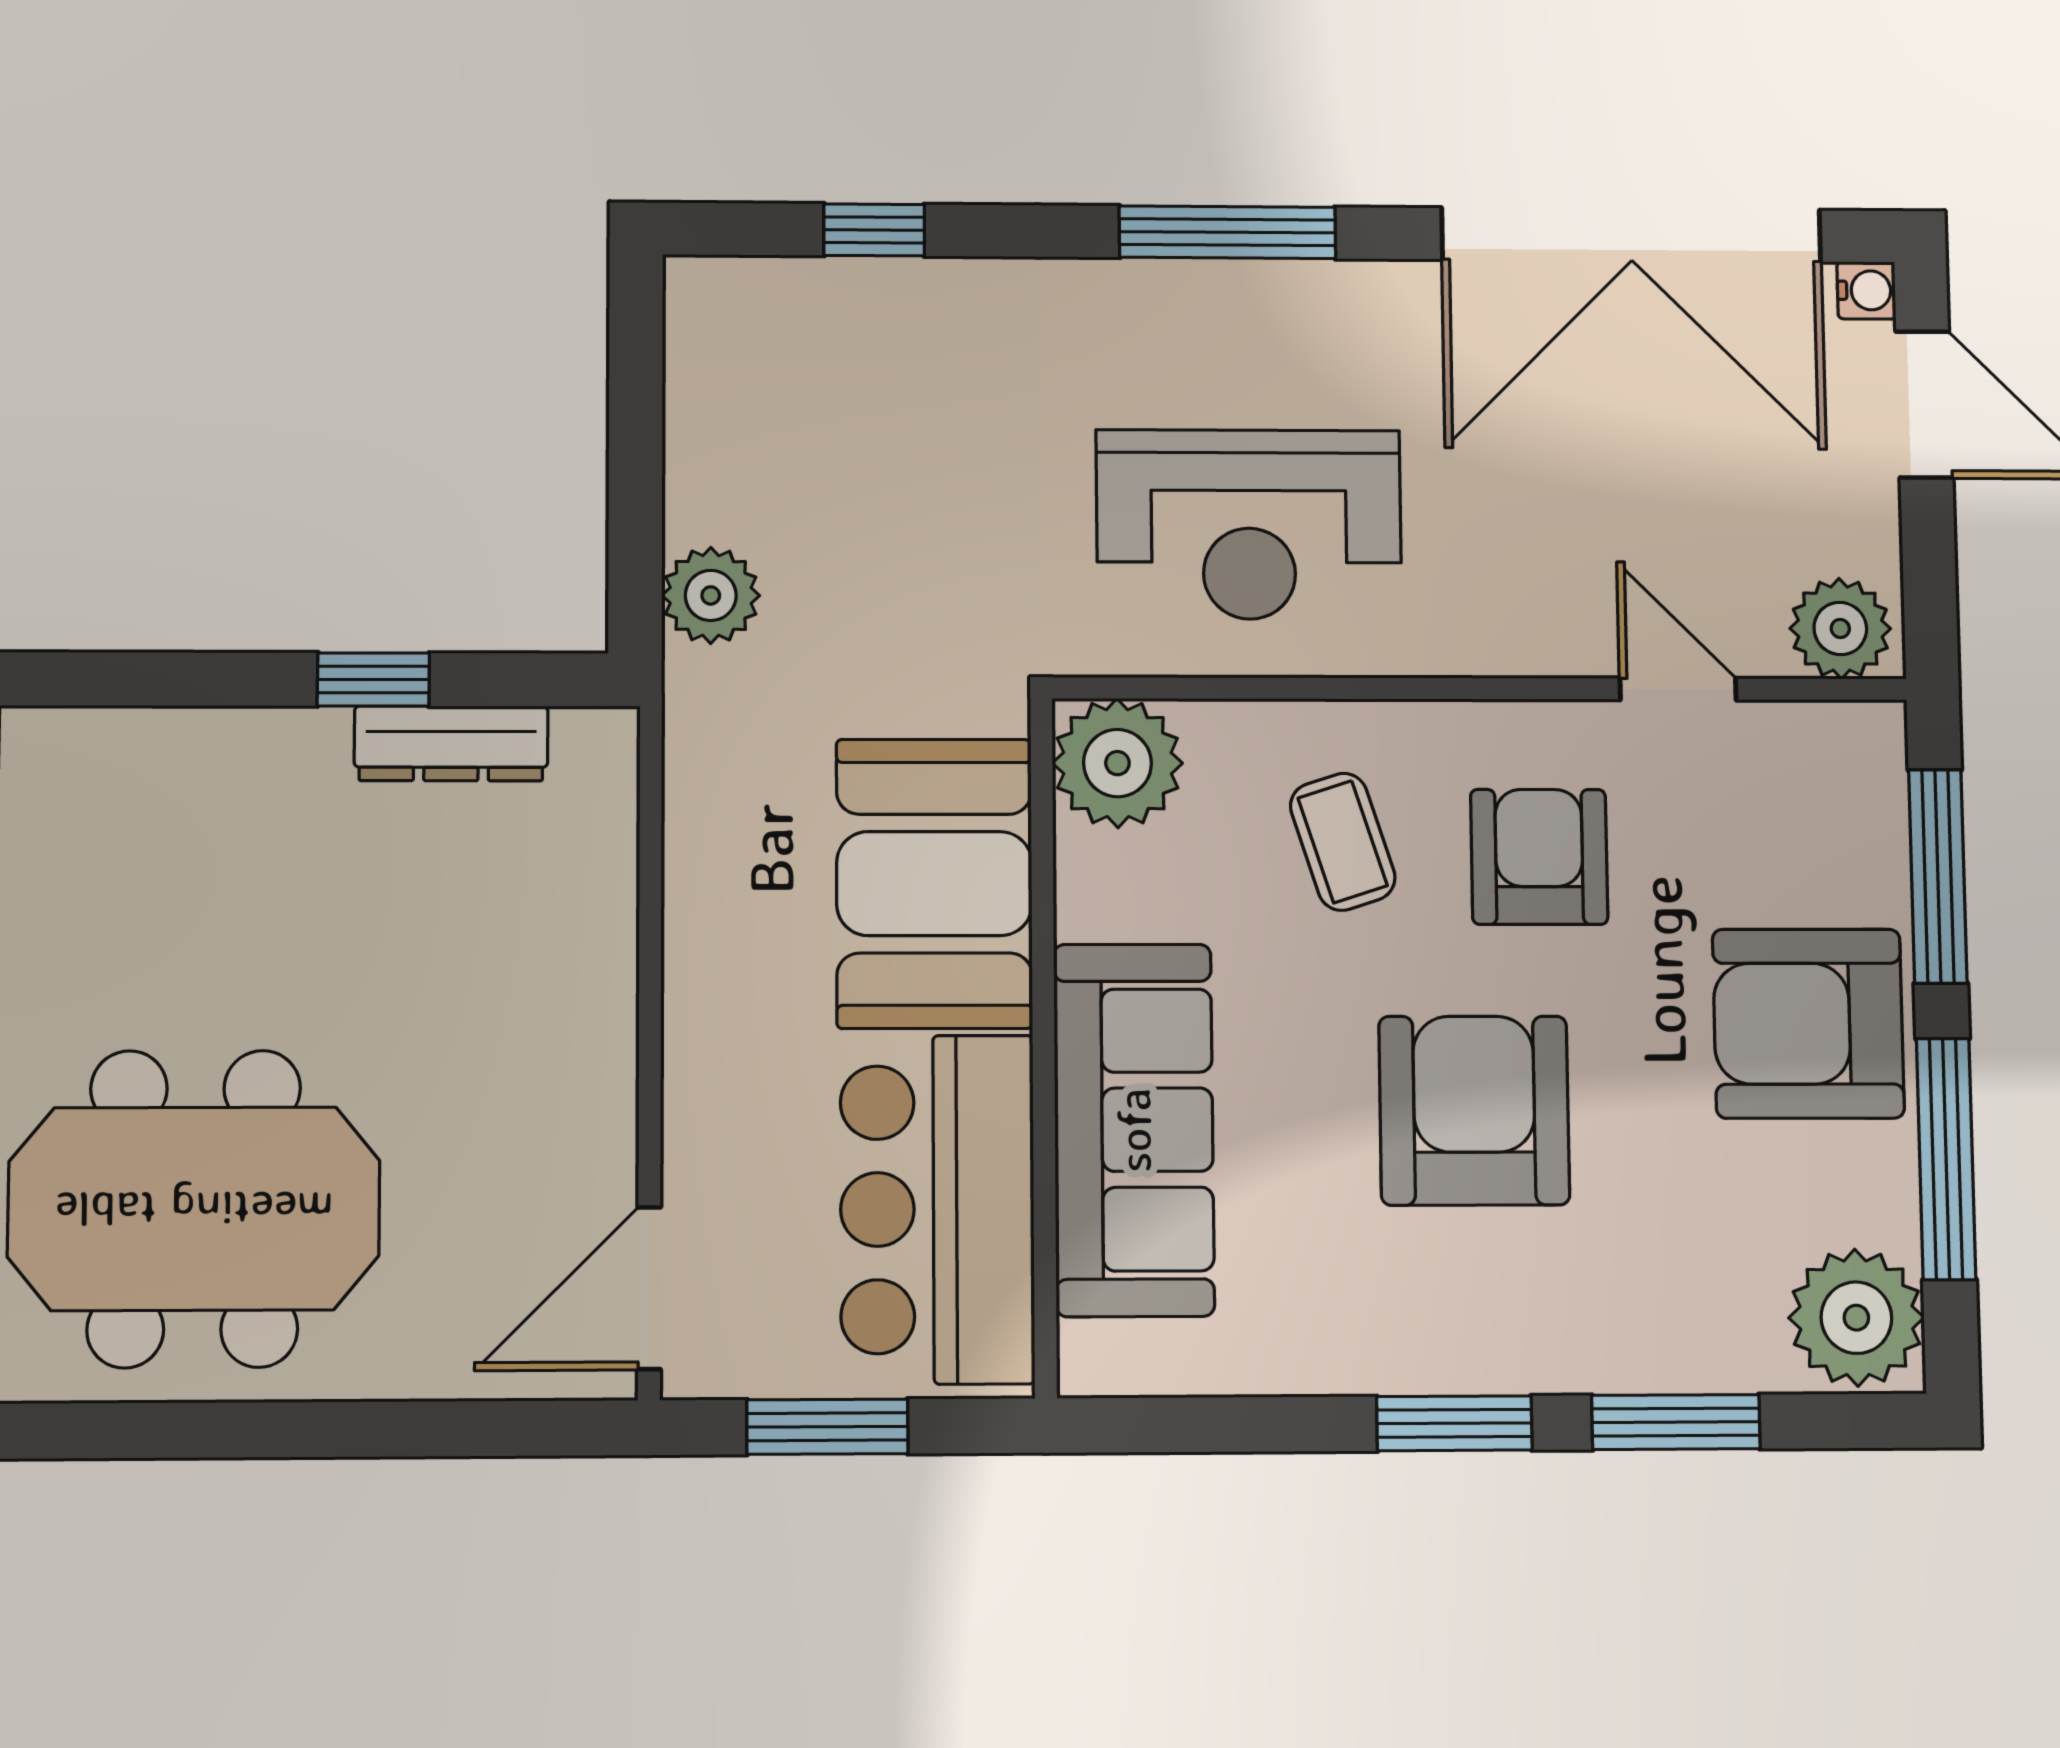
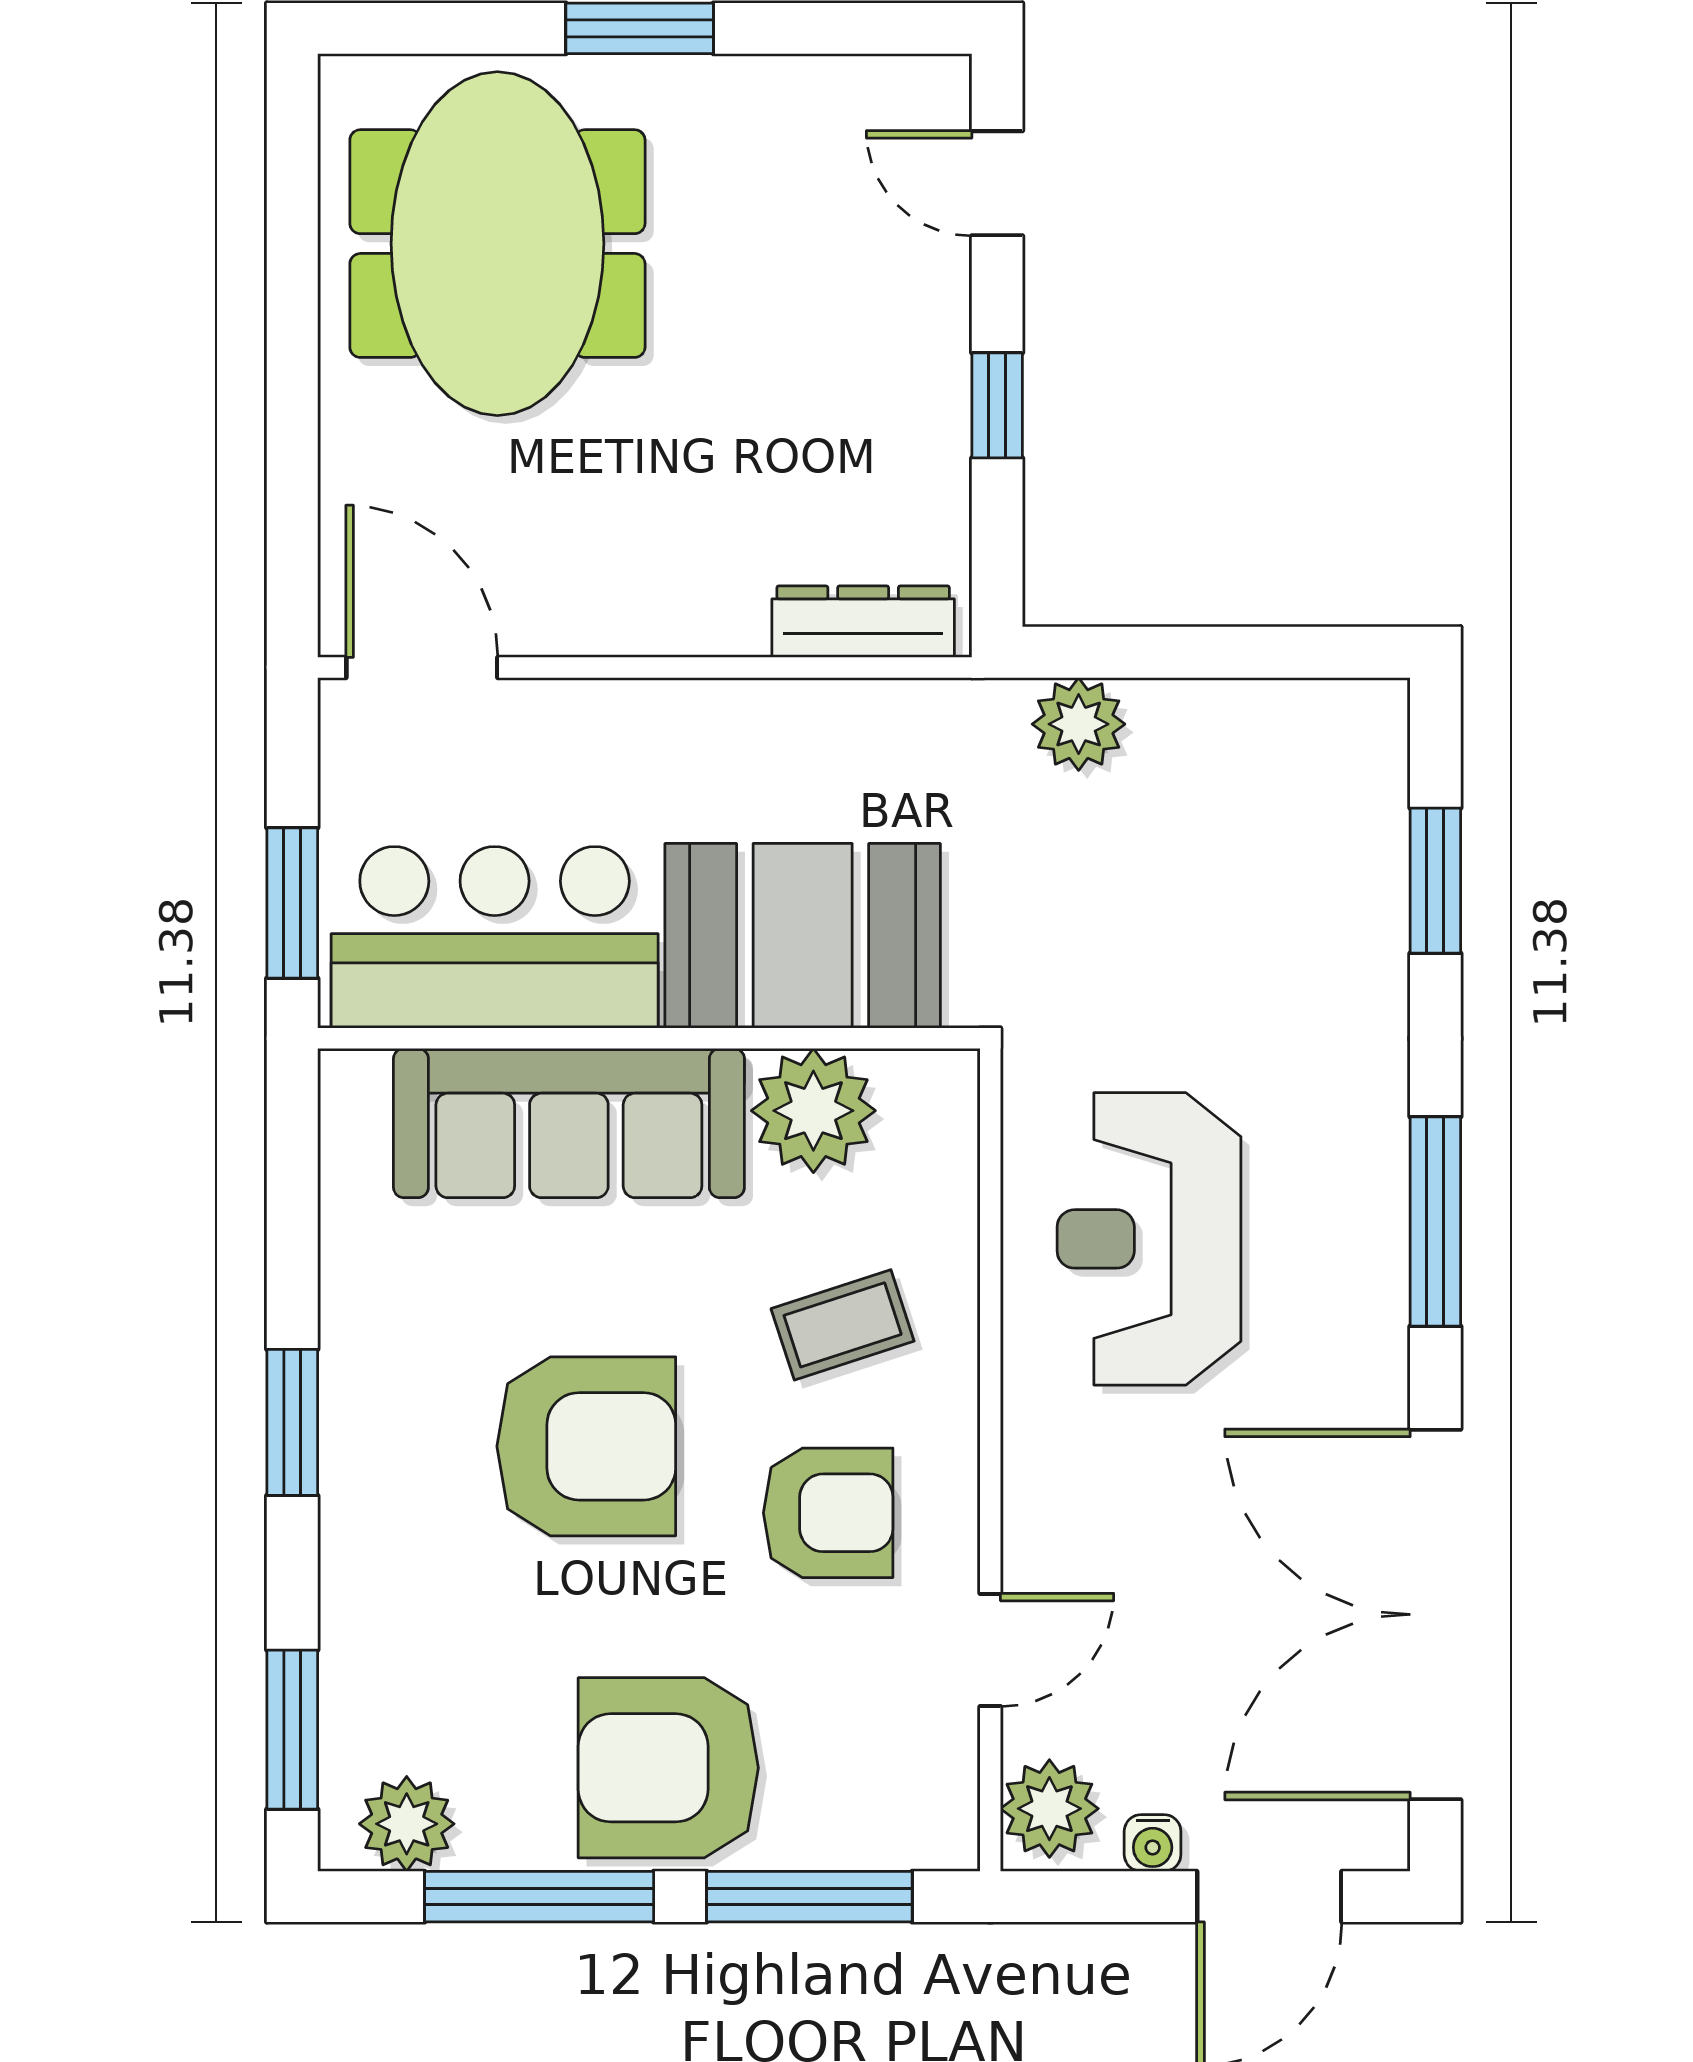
window: (874, 230) -> (1435, 881), width x1.50
water cooler: (1866, 290) -> (1153, 1843), moved
door: (137, 679) -> (997, 183), added
dresser: (451, 743) -> (863, 622), moved, turned 90
plant: (1117, 763) -> (813, 1111), moved
armchair: (1808, 1024) -> (668, 1768), turned -90
plant: (1856, 1318) -> (407, 1824), width x0.73, depth x0.73
window: (1676, 1422) -> (292, 1730), moved
window: (827, 1427) -> (292, 903), moved

